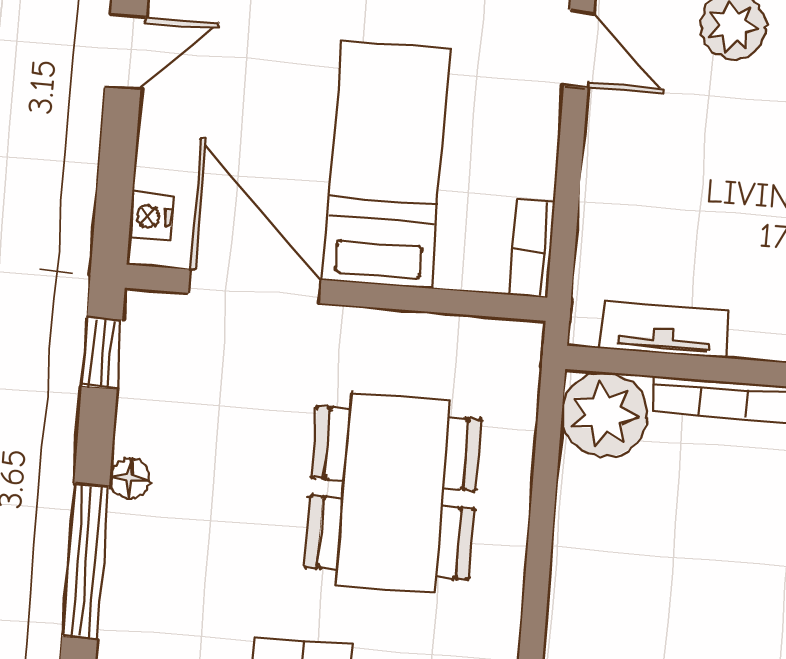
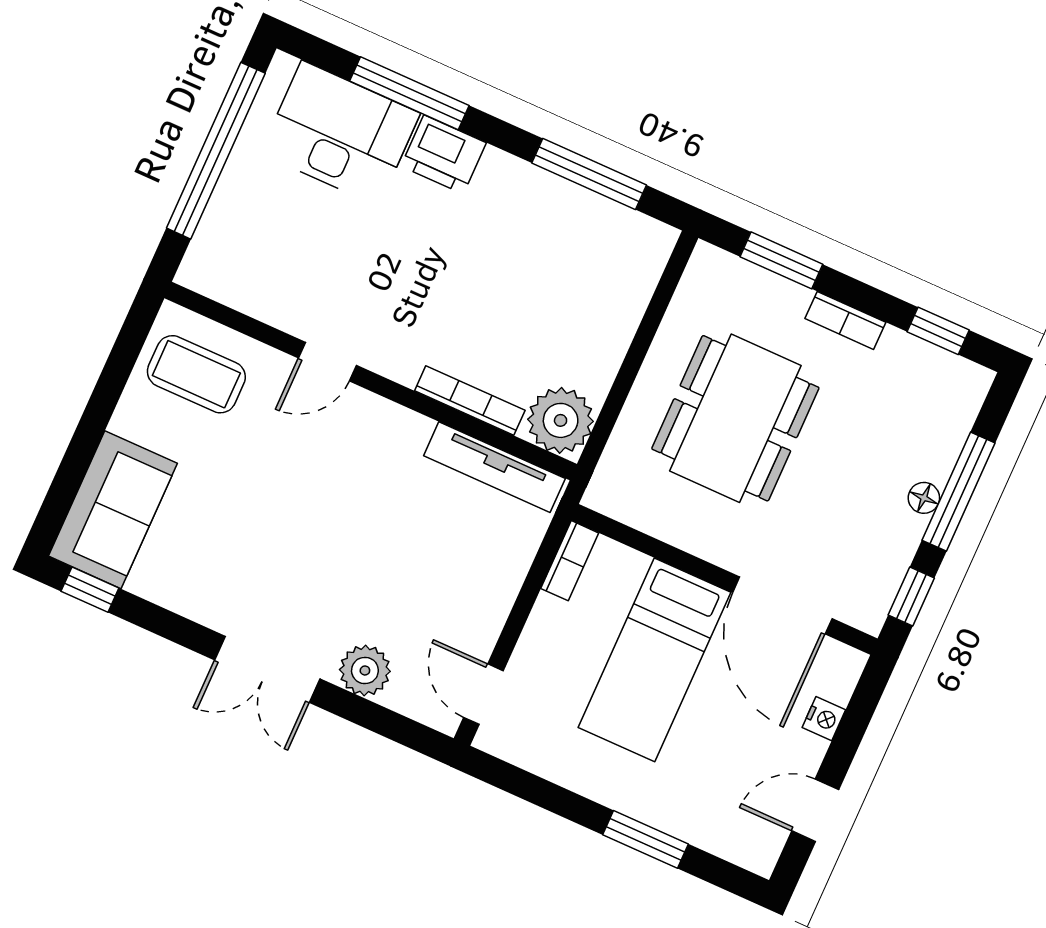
nightstand: (151, 217) -> (824, 719), moved
tv unit: (664, 329) -> (494, 467), width x1.41
window: (86, 561) -> (958, 492), moved

